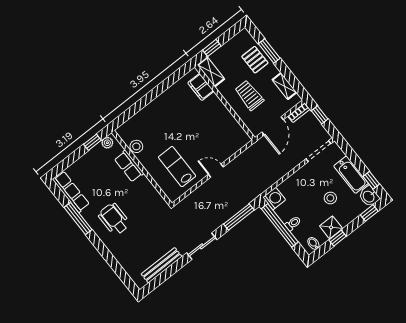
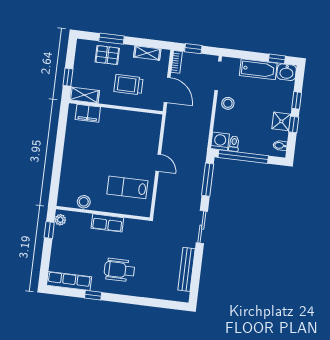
row of seats: (129, 166) -> (107, 223), moved
door: (216, 171) -> (158, 163), swing flipped
stool: (330, 198) -> (228, 103), moved
window: (369, 213) -> (297, 100), moved
window: (78, 218) -> (93, 295), width x0.46
toilet: (293, 223) -> (234, 144), moved

